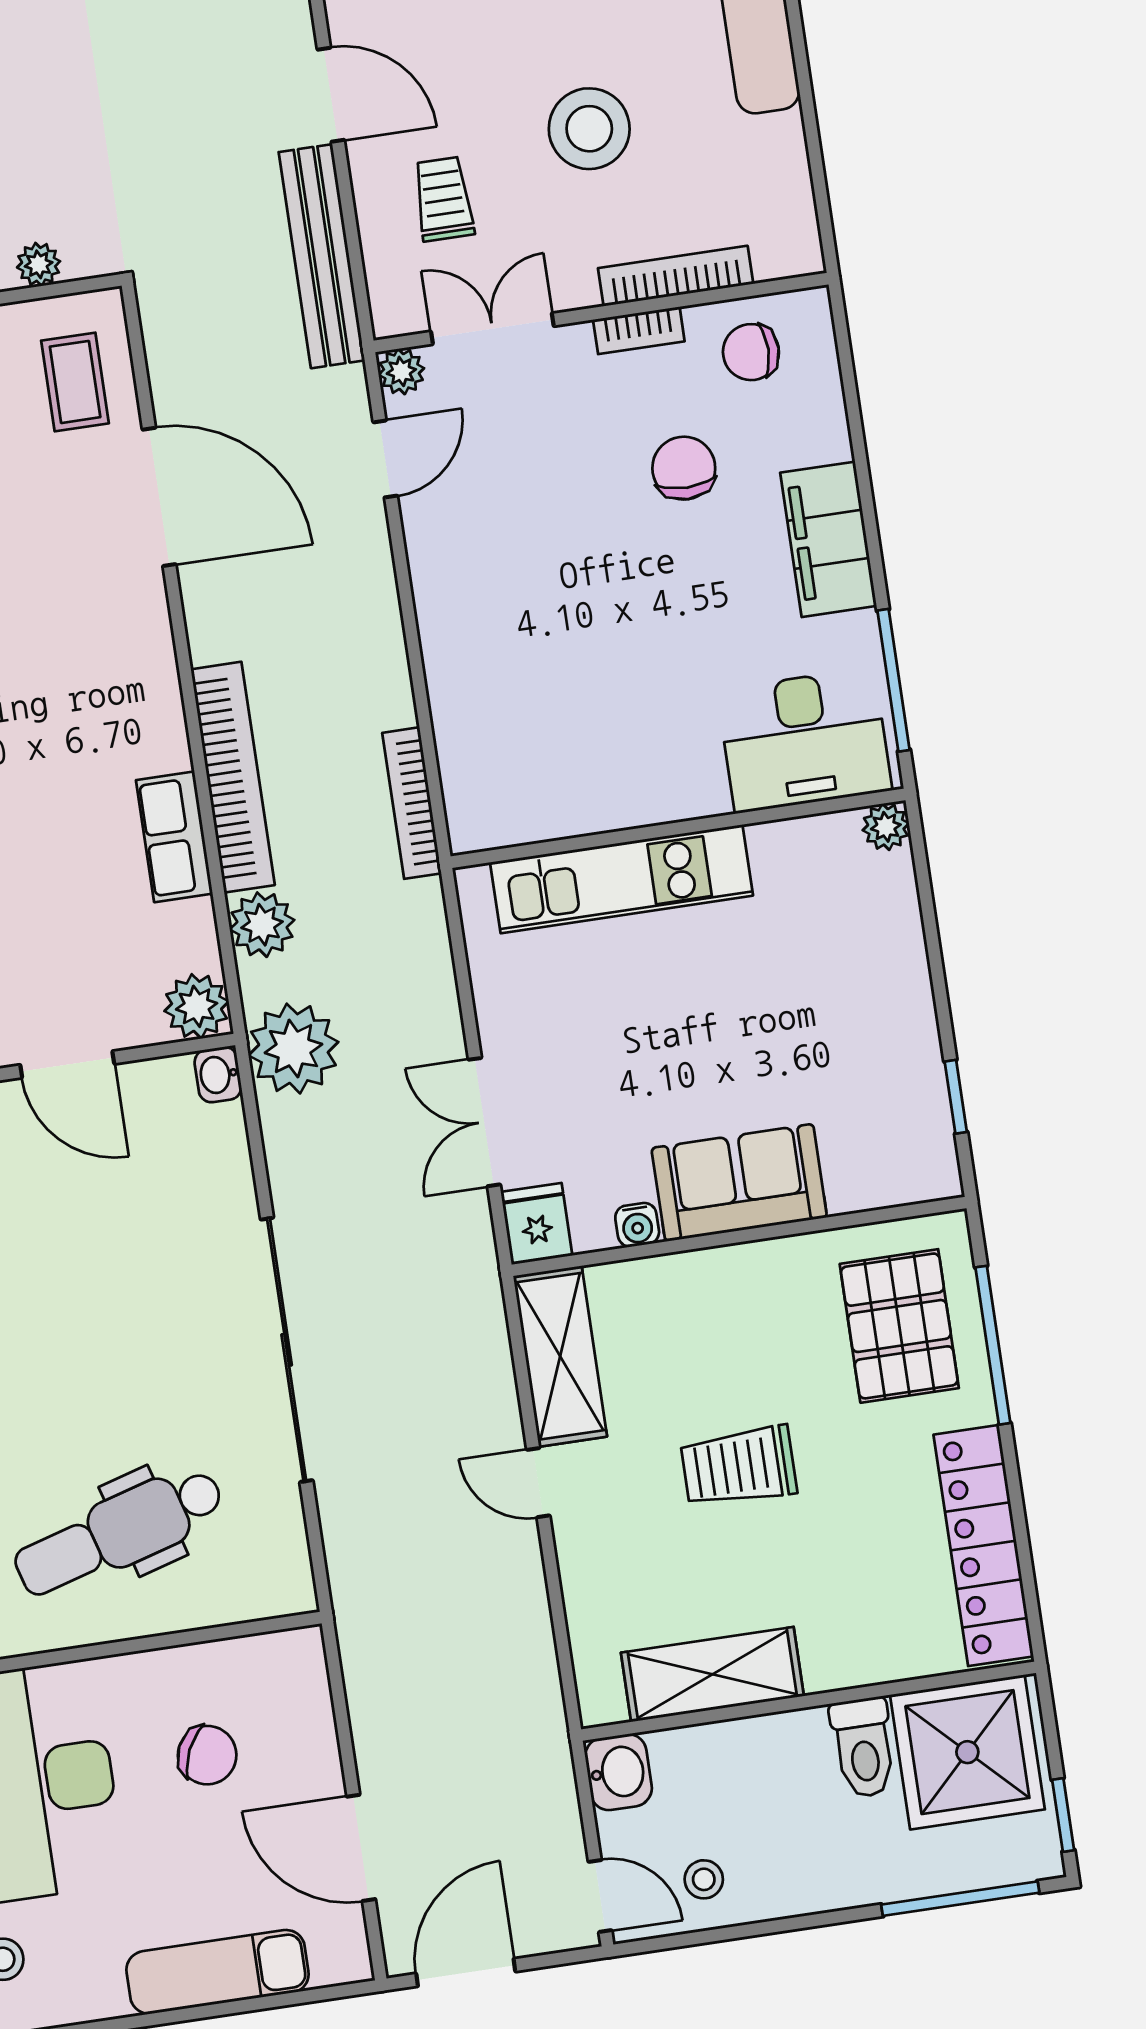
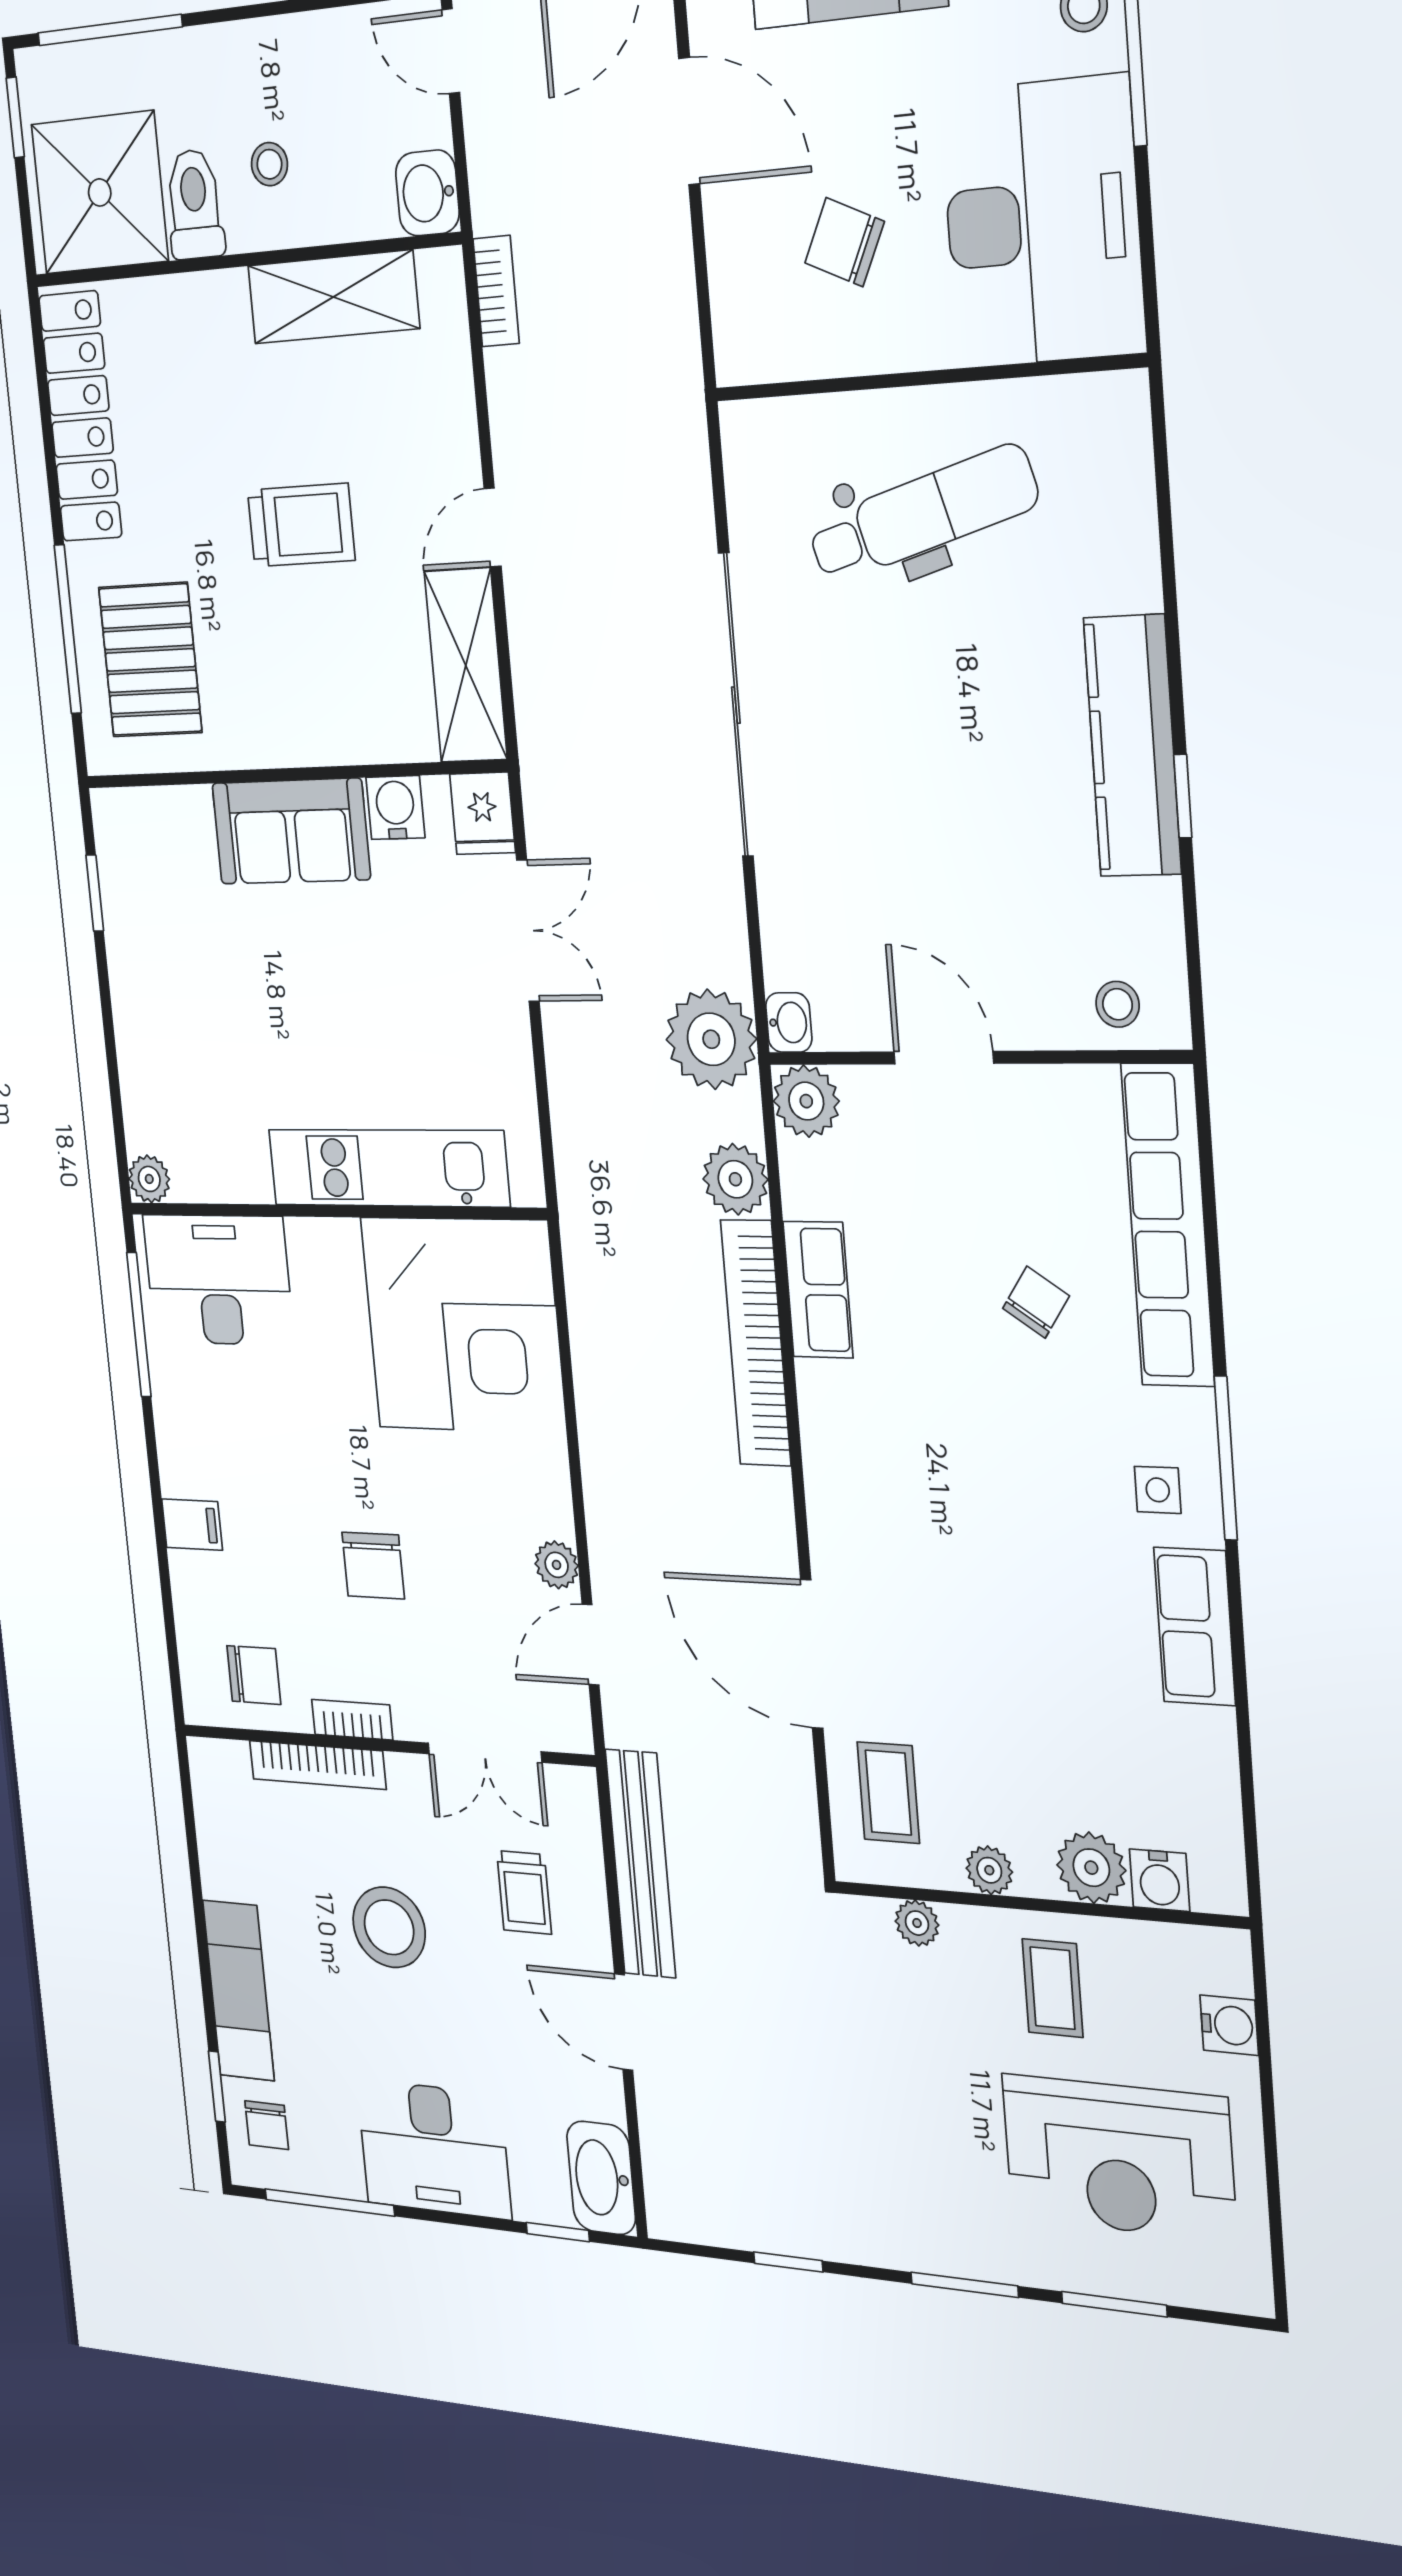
plant: (401, 371) -> (557, 1565), moved
chair: (684, 468) -> (373, 1566), moved
filing cabinet: (828, 539) -> (192, 1525), width x0.33, depth x0.86
corner desk: (535, 742) -> (463, 1325), added
bookcase: (412, 803) -> (496, 291), moved, width x0.64
water cooler: (637, 1225) -> (395, 808), width x1.38, depth x1.38
door: (538, 1483) -> (493, 527), swing flipped
stool: (704, 1879) -> (270, 164), moved

